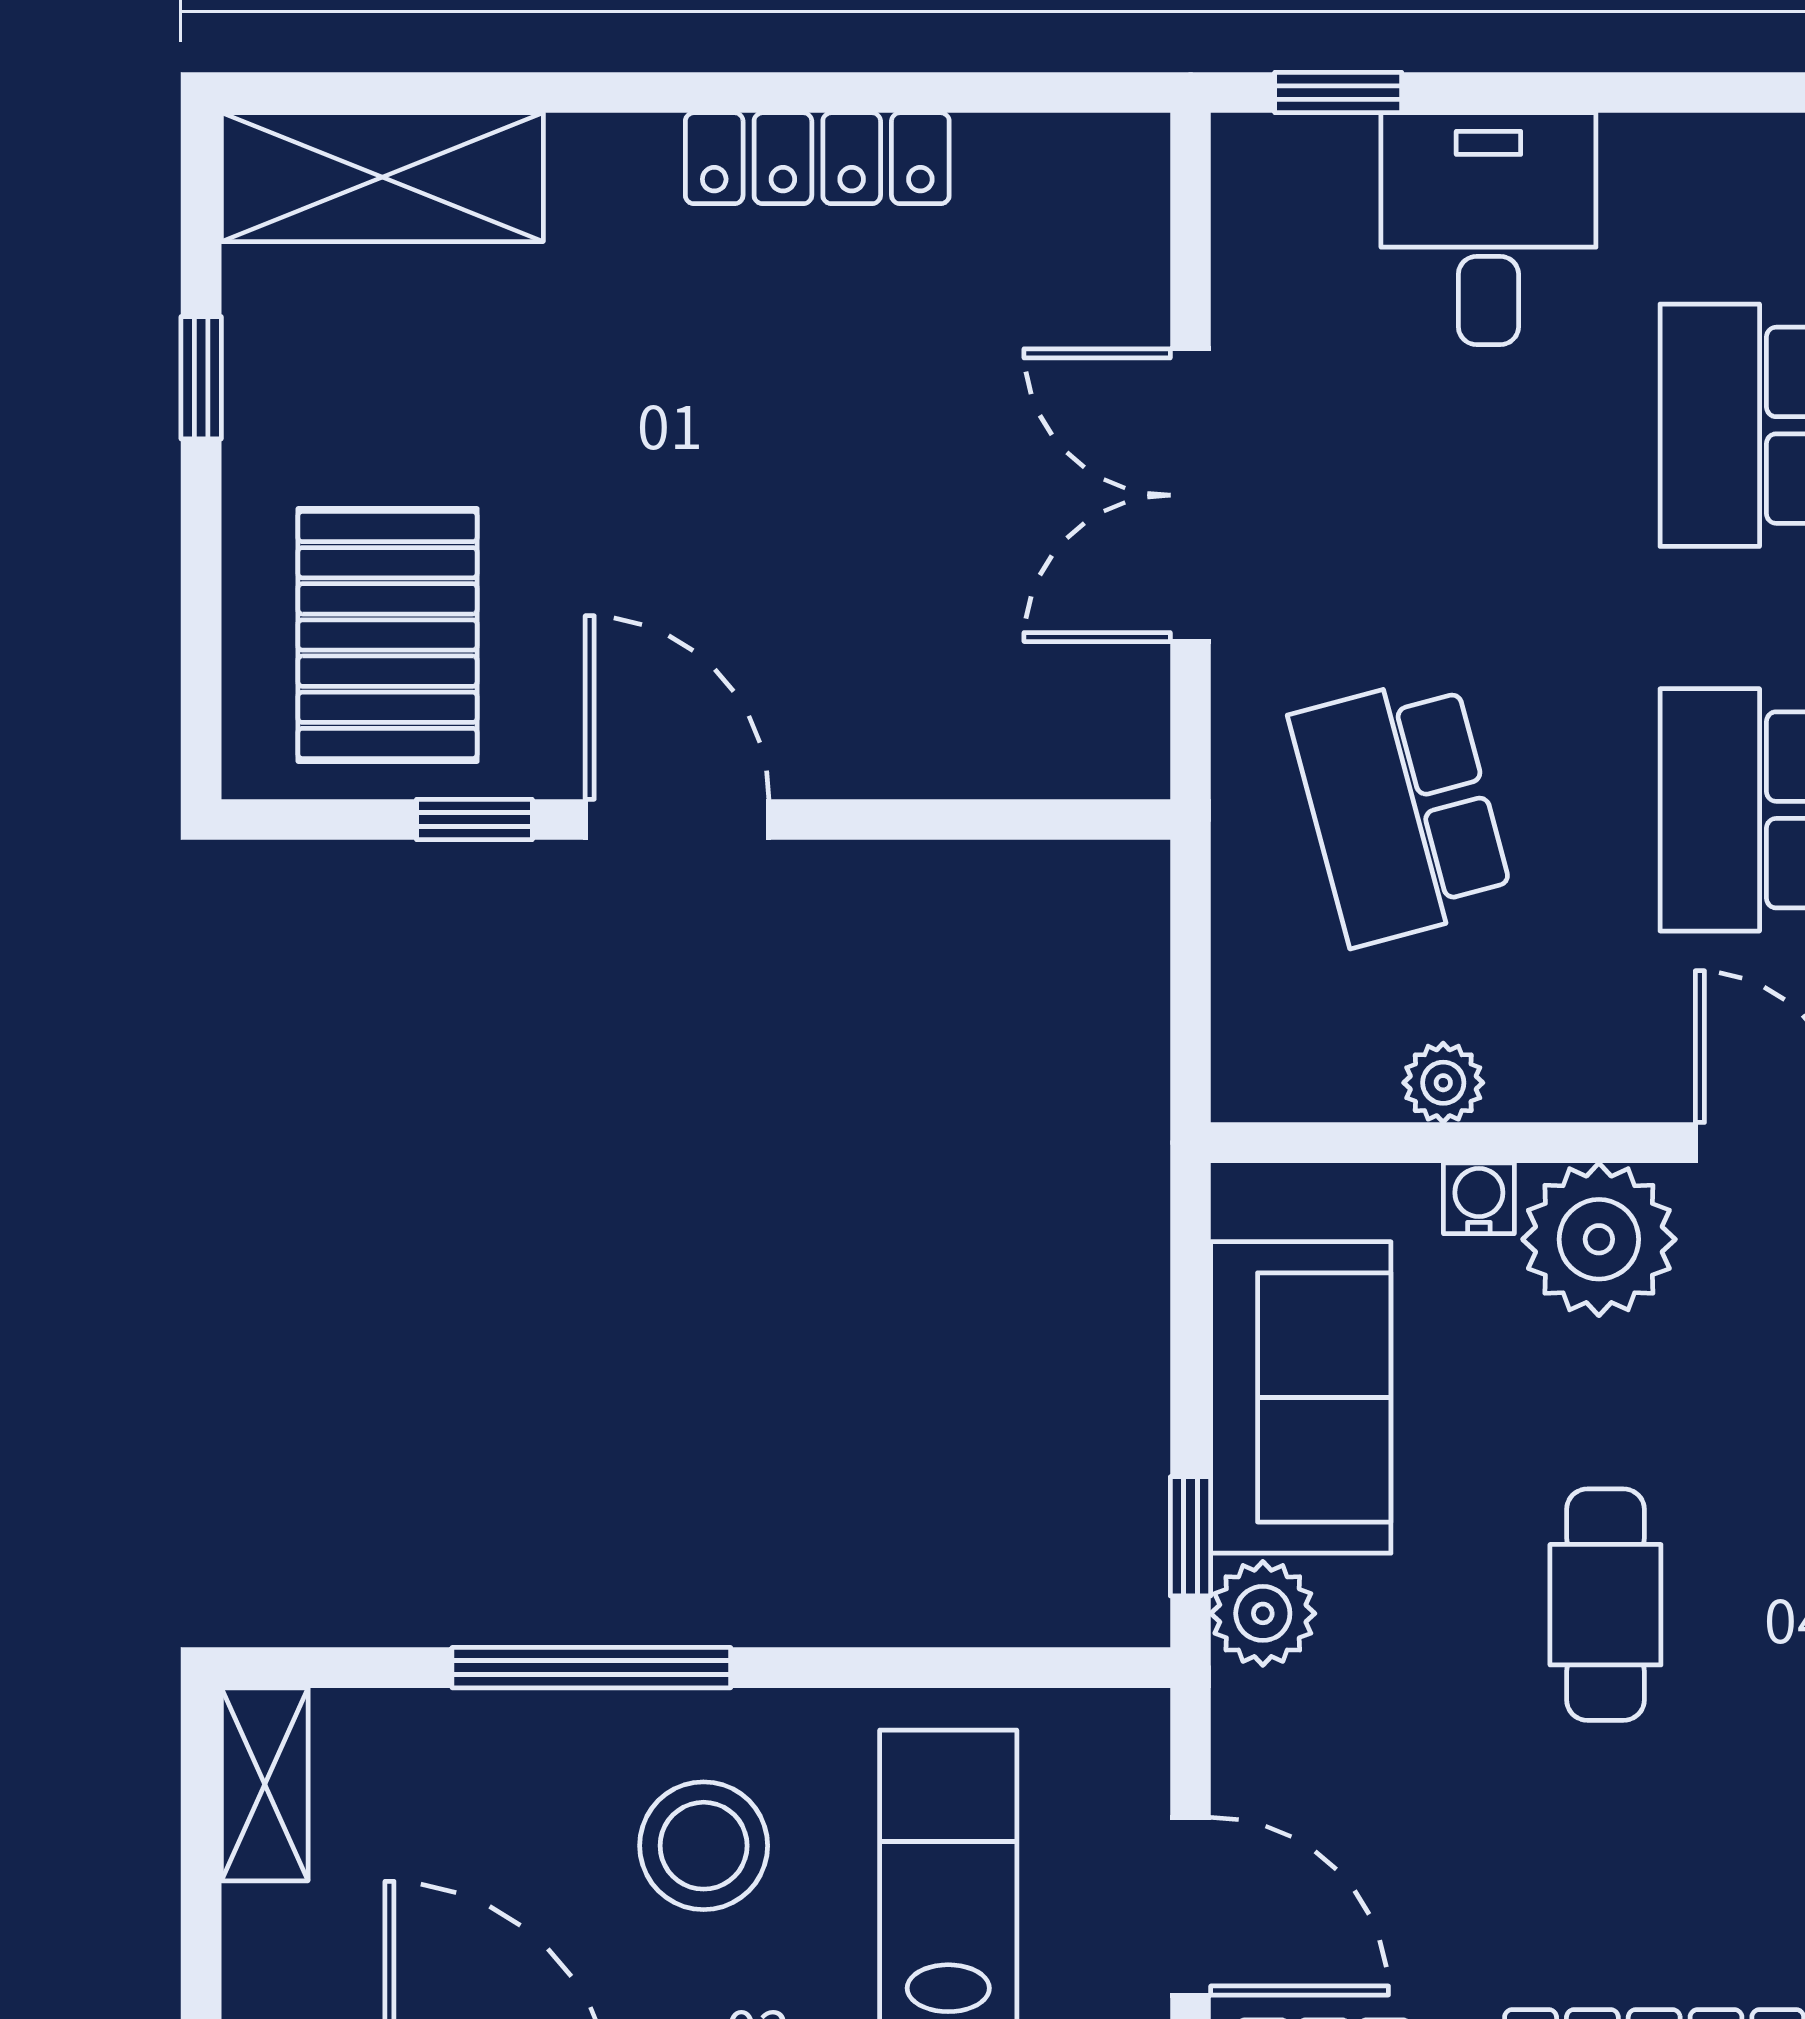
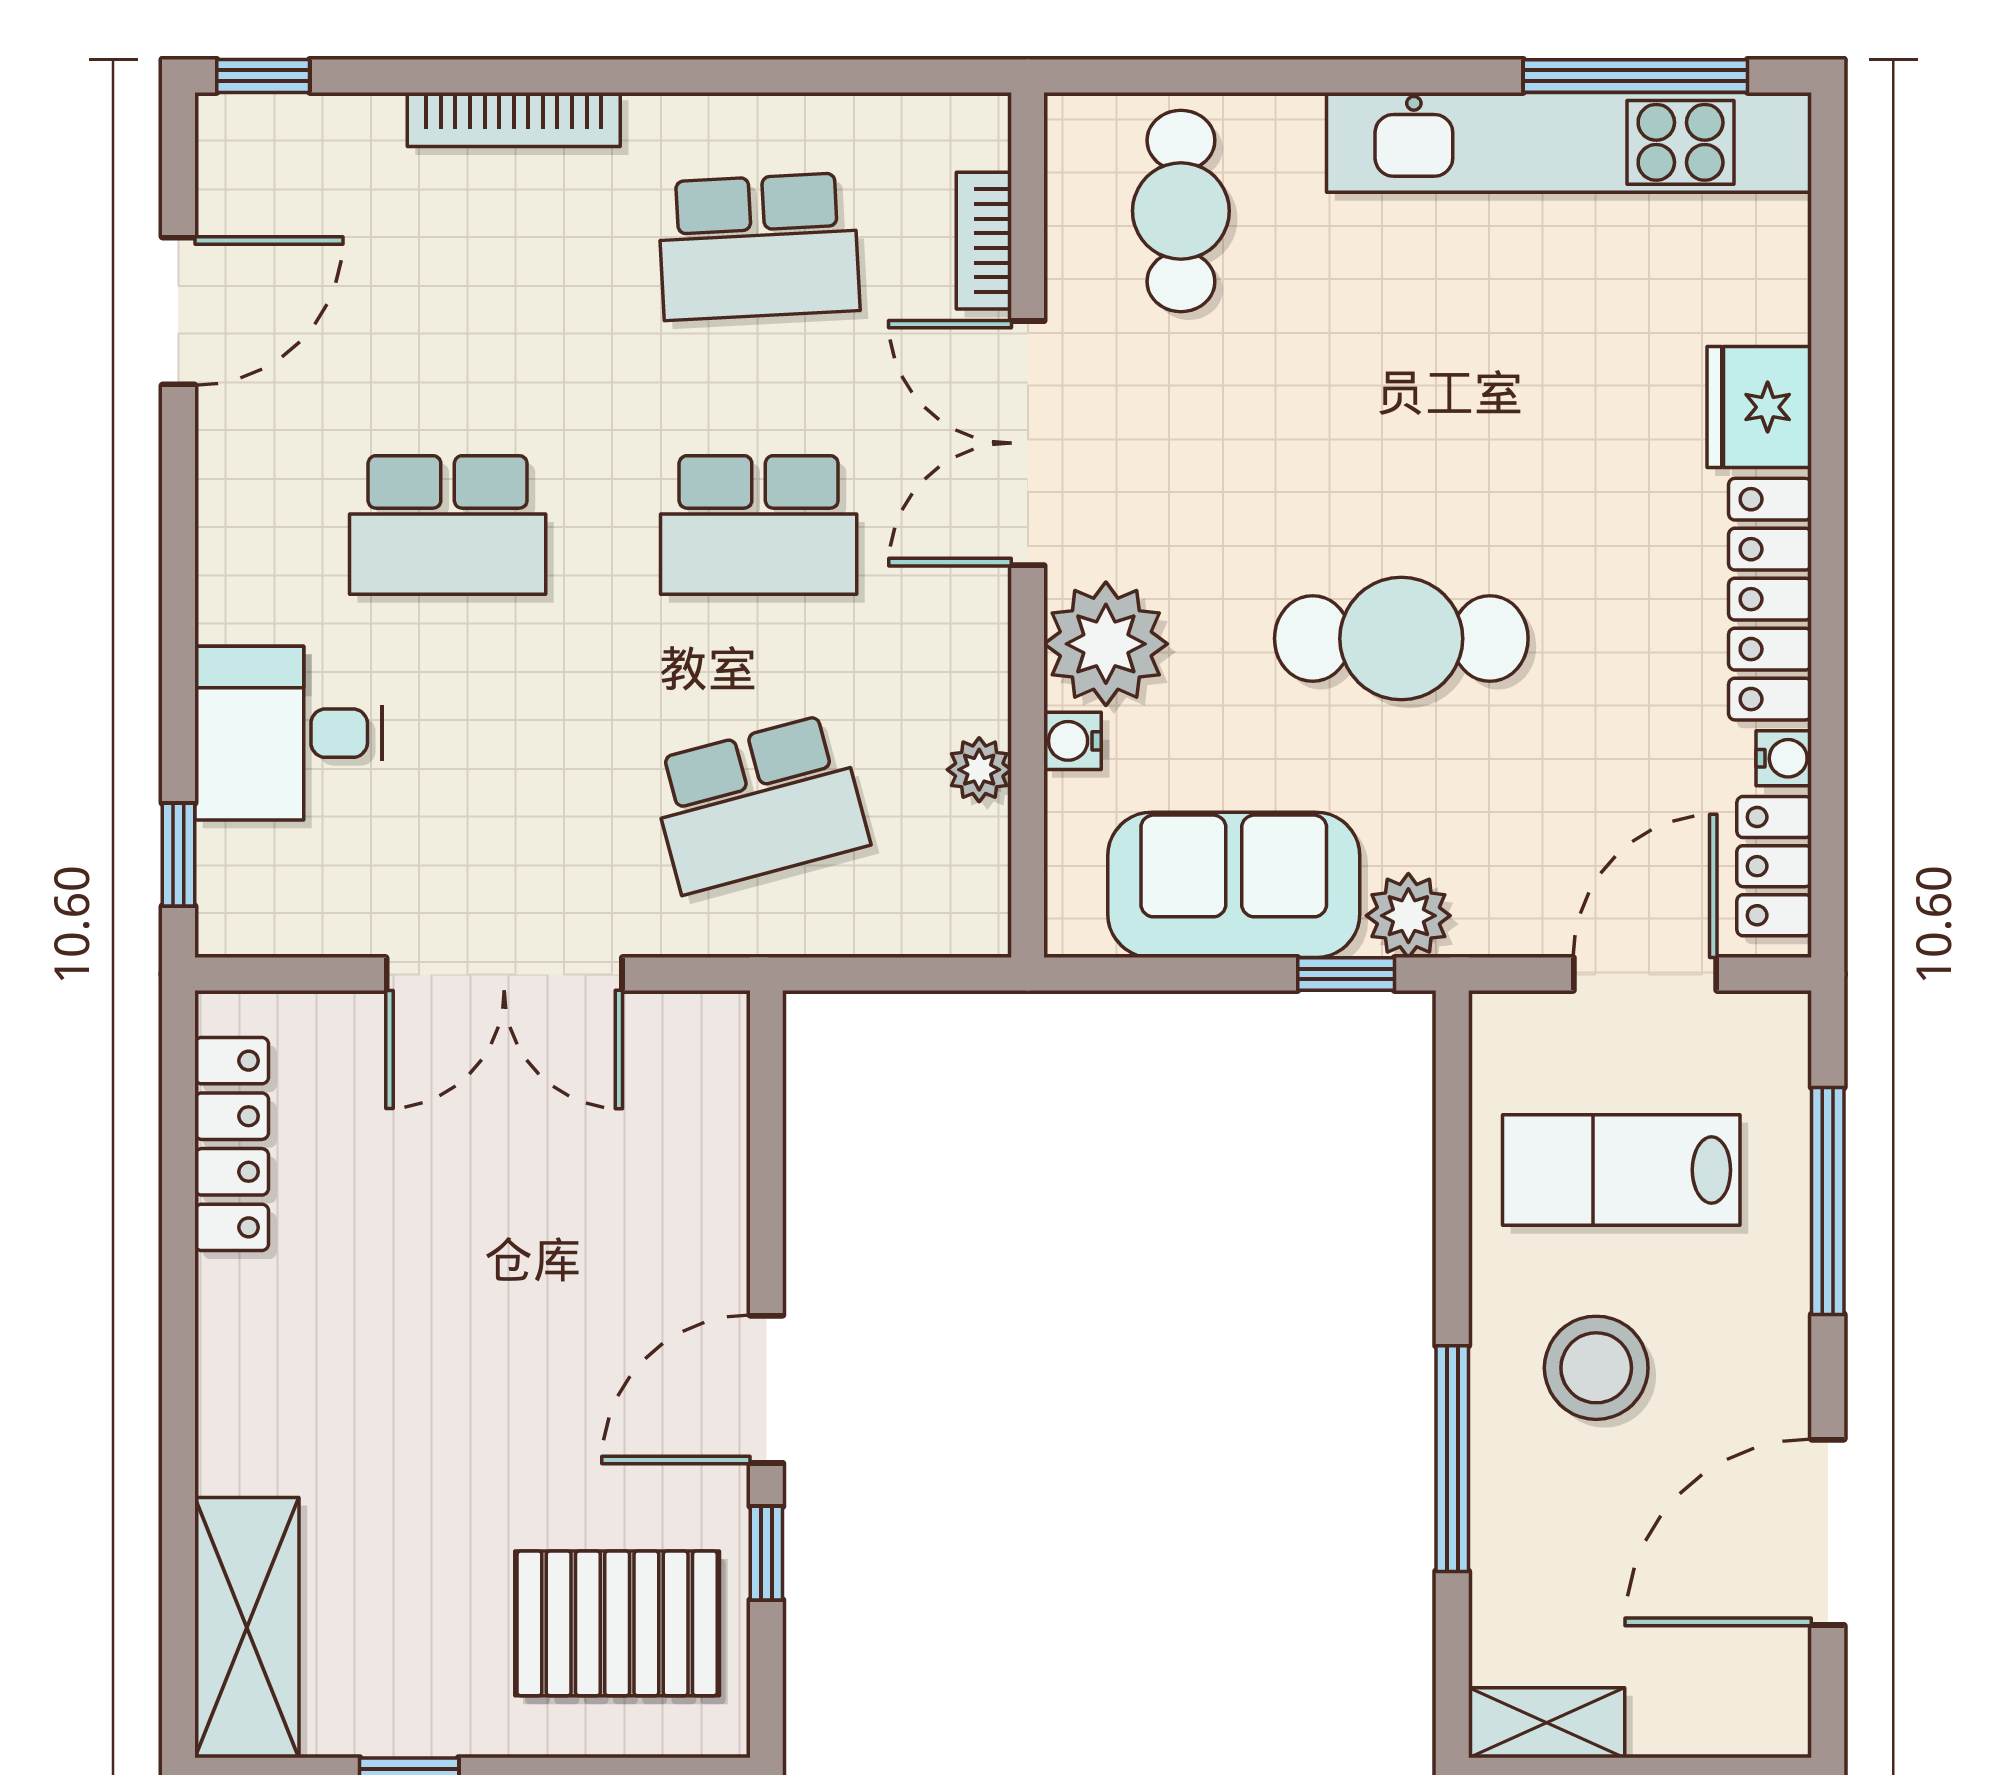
locker: (817, 158) -> (232, 1144), moved
cafe table: (1605, 1605) -> (1401, 639), width x1.37, depth x1.35

